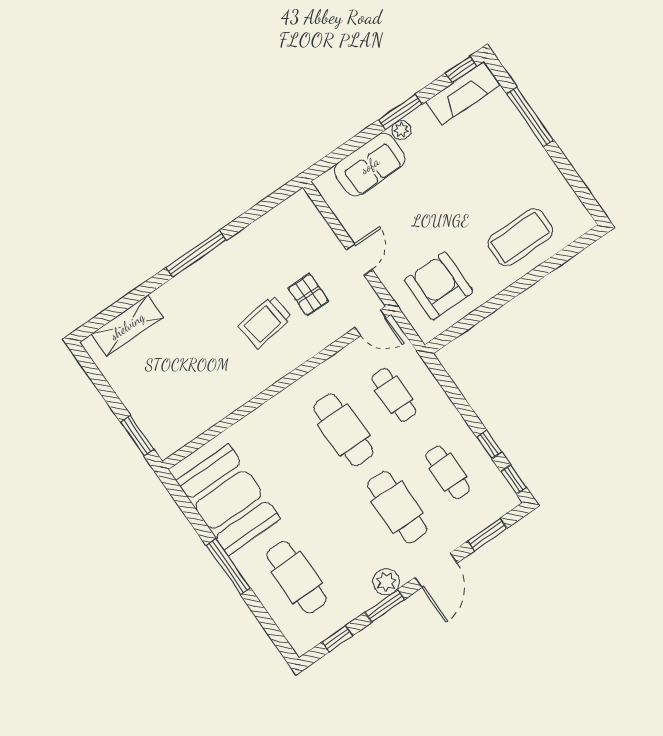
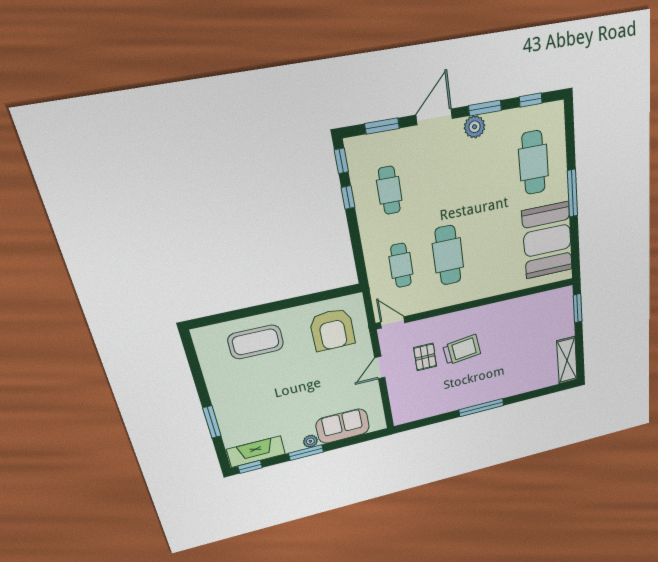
window: (530, 117) -> (212, 422), width x0.69
shelving: (127, 326) -> (567, 360), moved, turned 90
cafe table: (397, 507) -> (439, 181), removed

